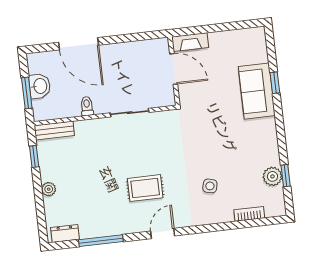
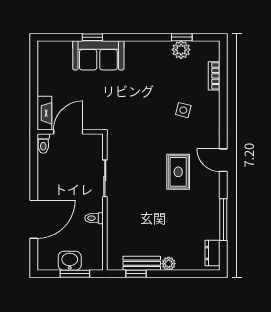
toilet: (158, 44) -> (43, 143), added
bench: (54, 131) -> (142, 263), moved, turned 90

